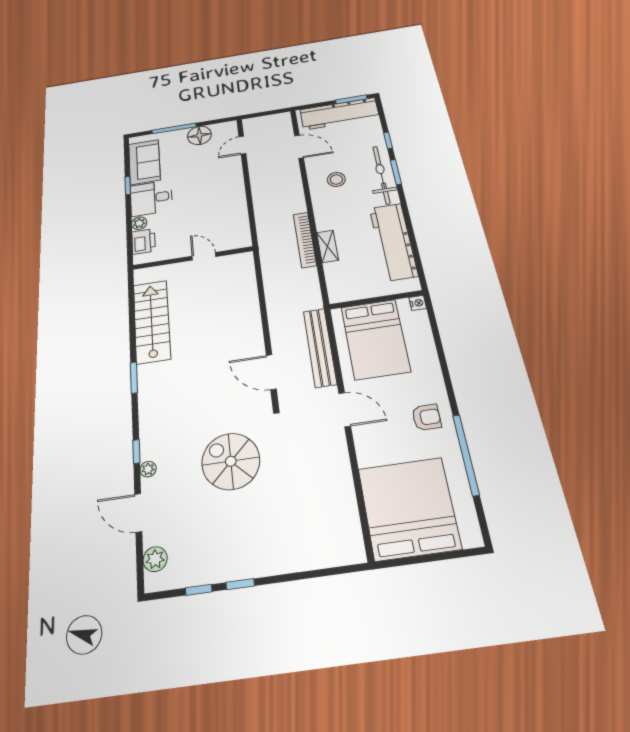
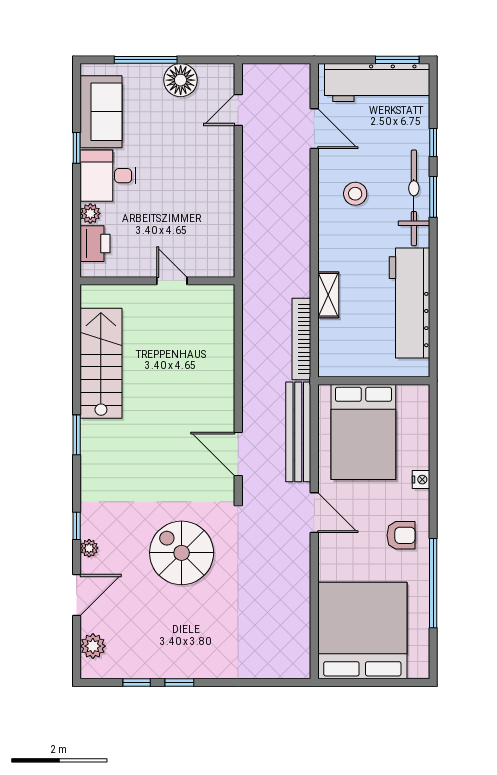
bookcase: (305, 240) -> (301, 339), moved
nightstand: (418, 303) -> (421, 480), moved
door: (138, 513) -> (77, 595), swing flipped

